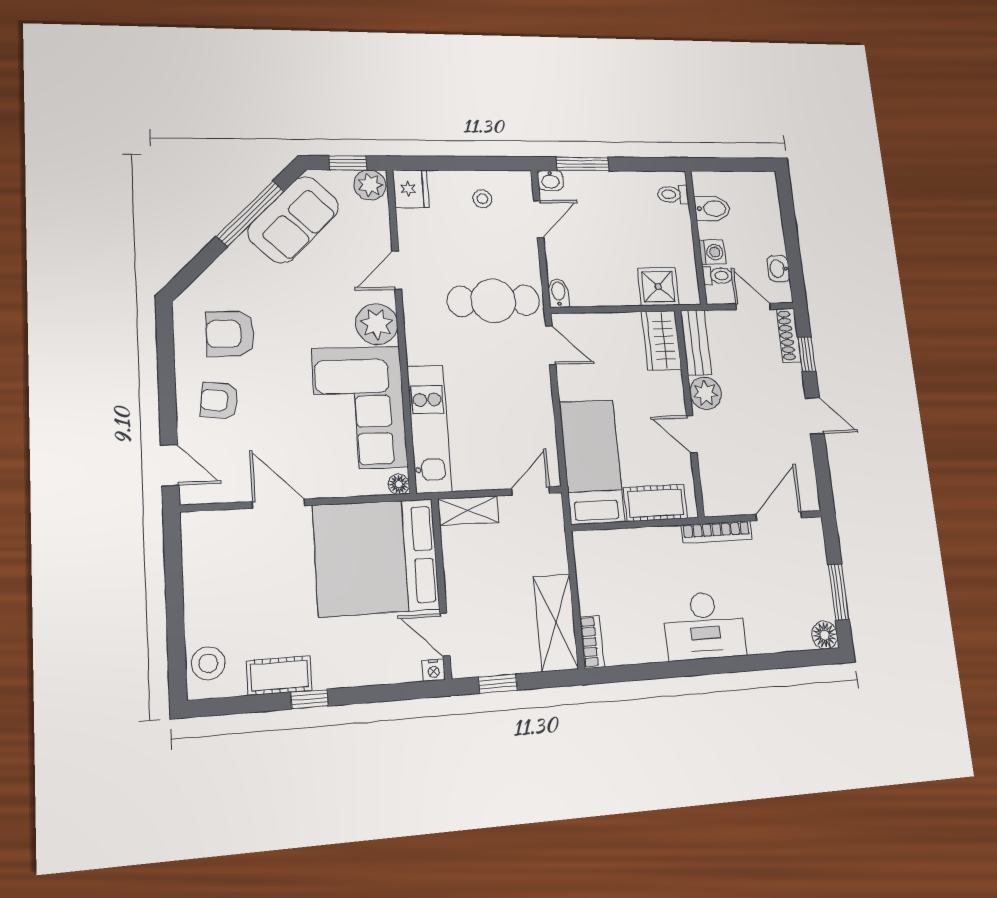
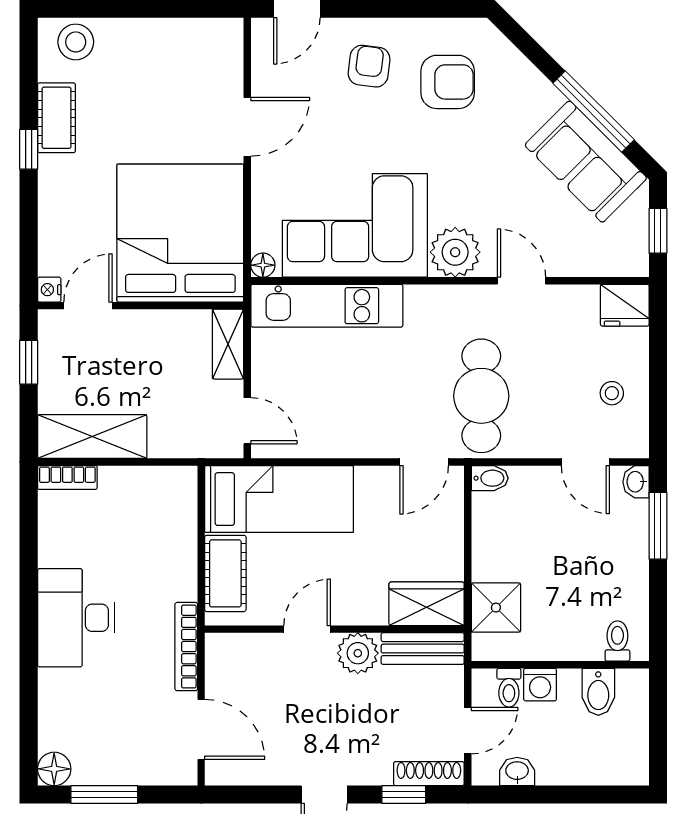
plant: (370, 185) -> (630, 256), removed
armchair: (230, 334) -> (448, 82), turned 90

